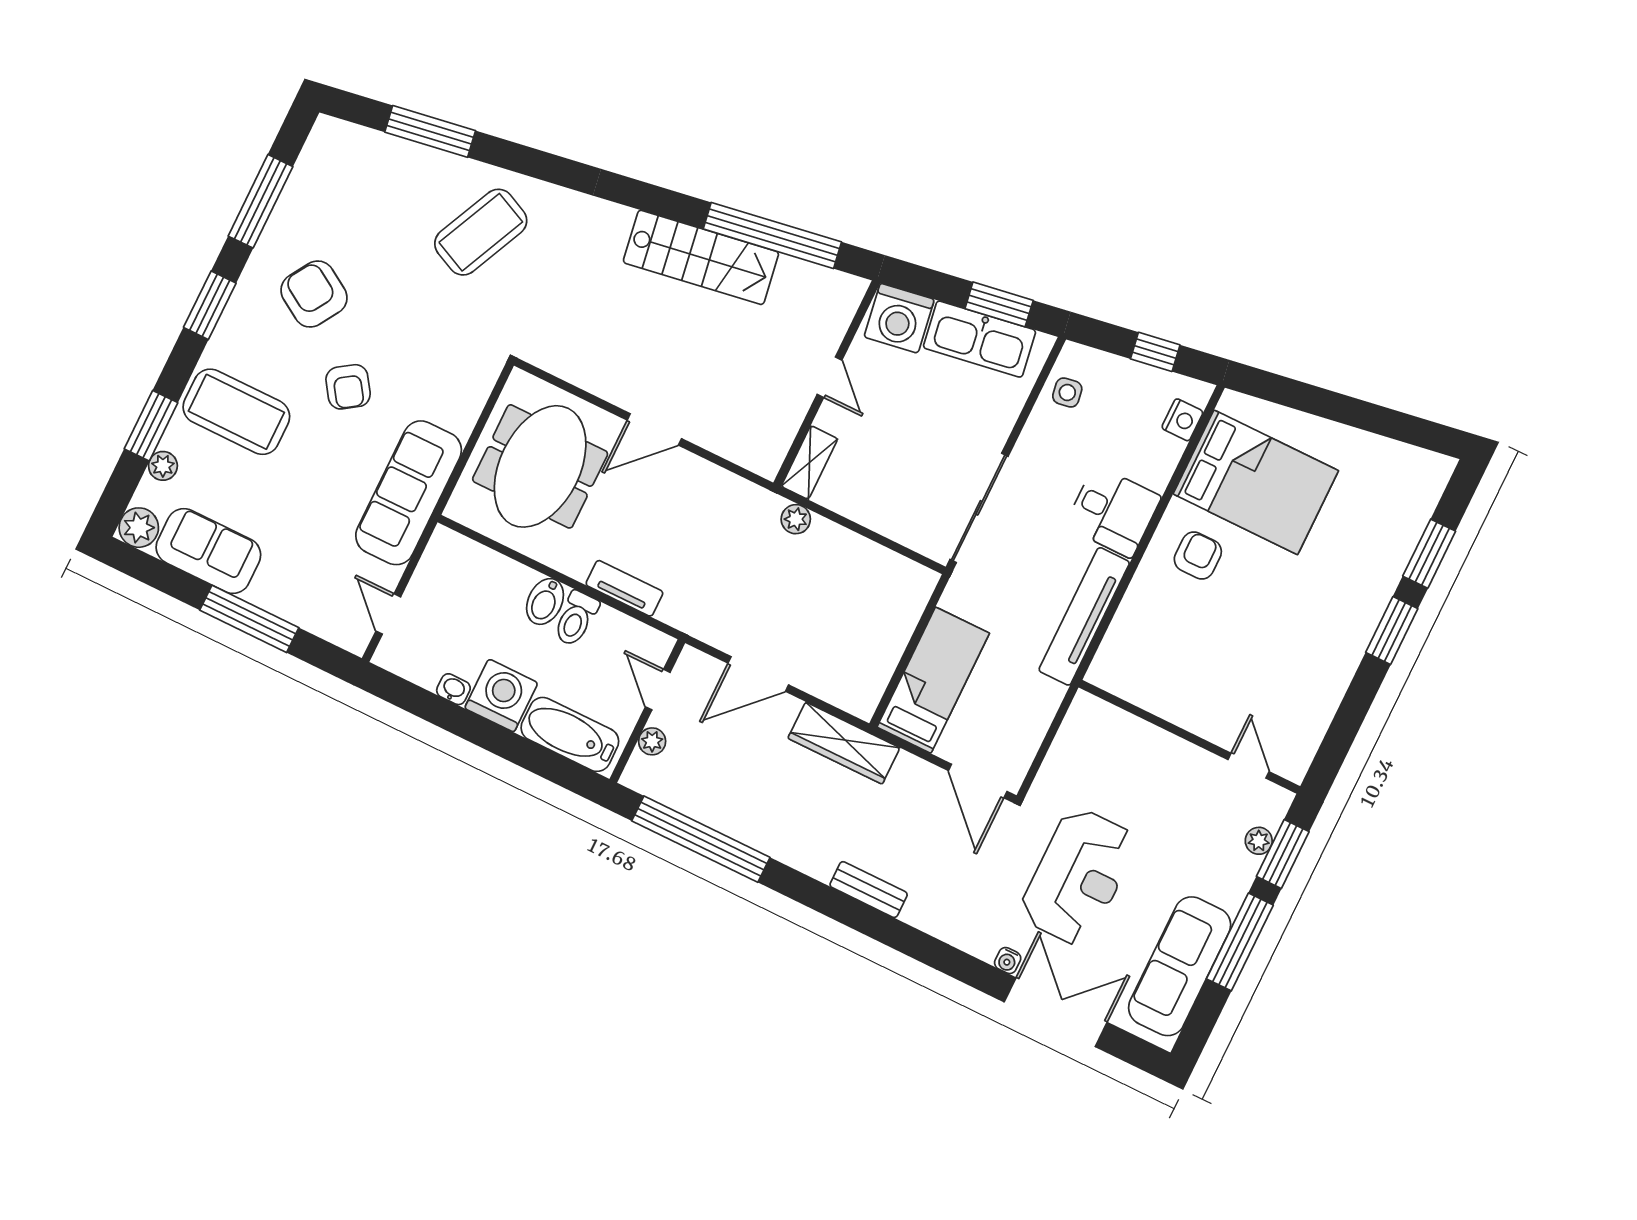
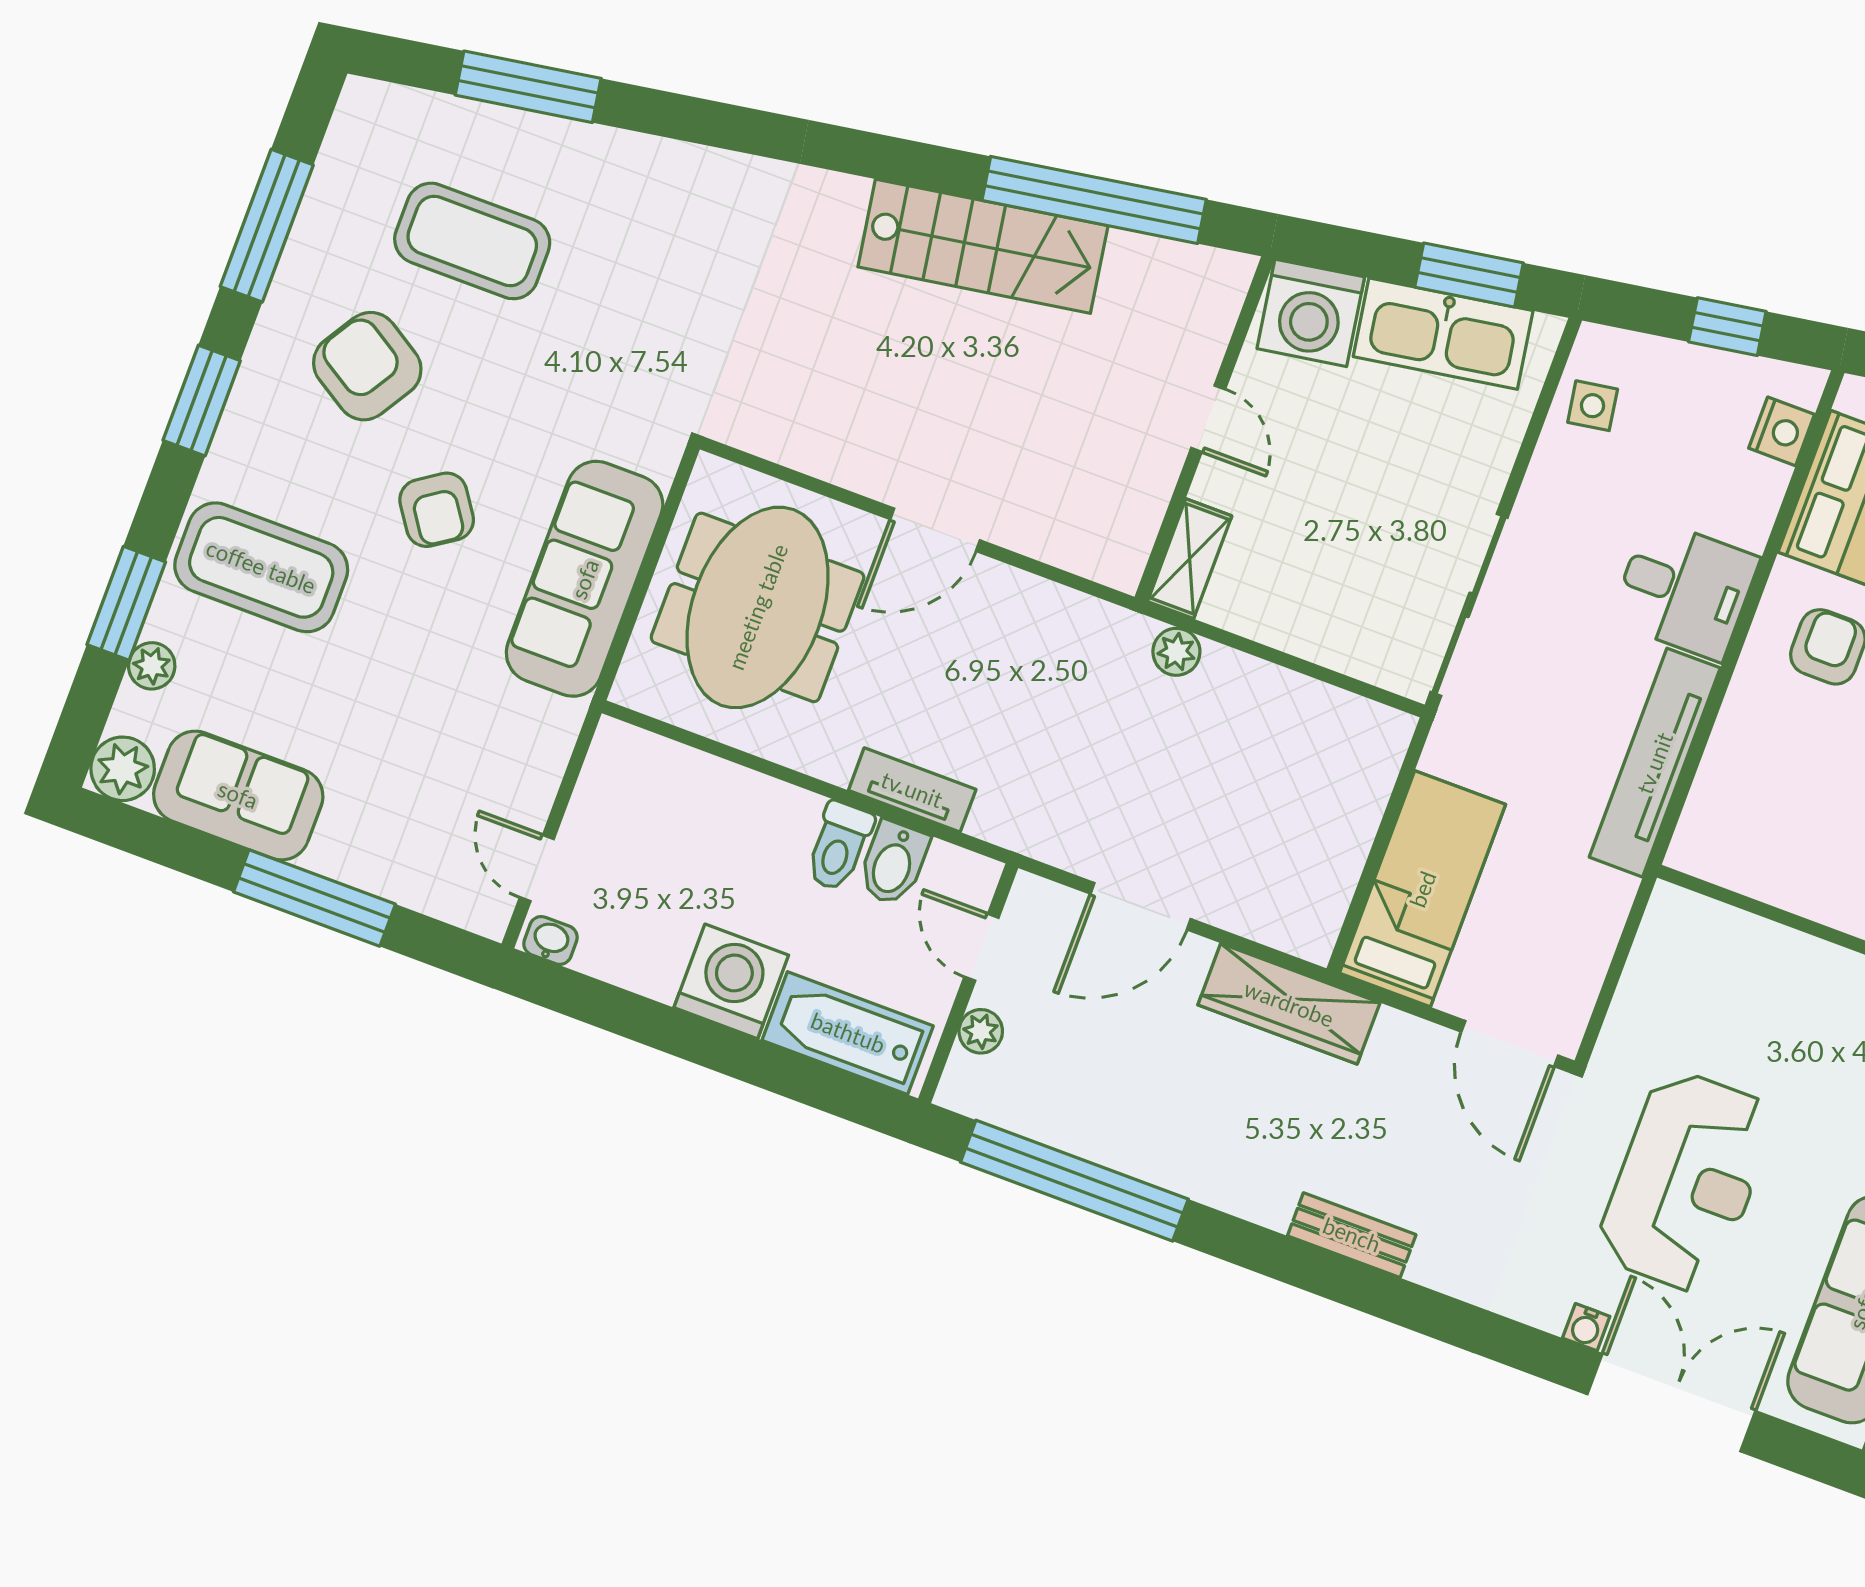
coffee table: (481, 232) -> (472, 241), moved, turned 65
sofa: (409, 493) -> (585, 579), moved
bidet: (545, 601) -> (893, 863), moved
washbasin: (453, 689) -> (550, 940), moved

